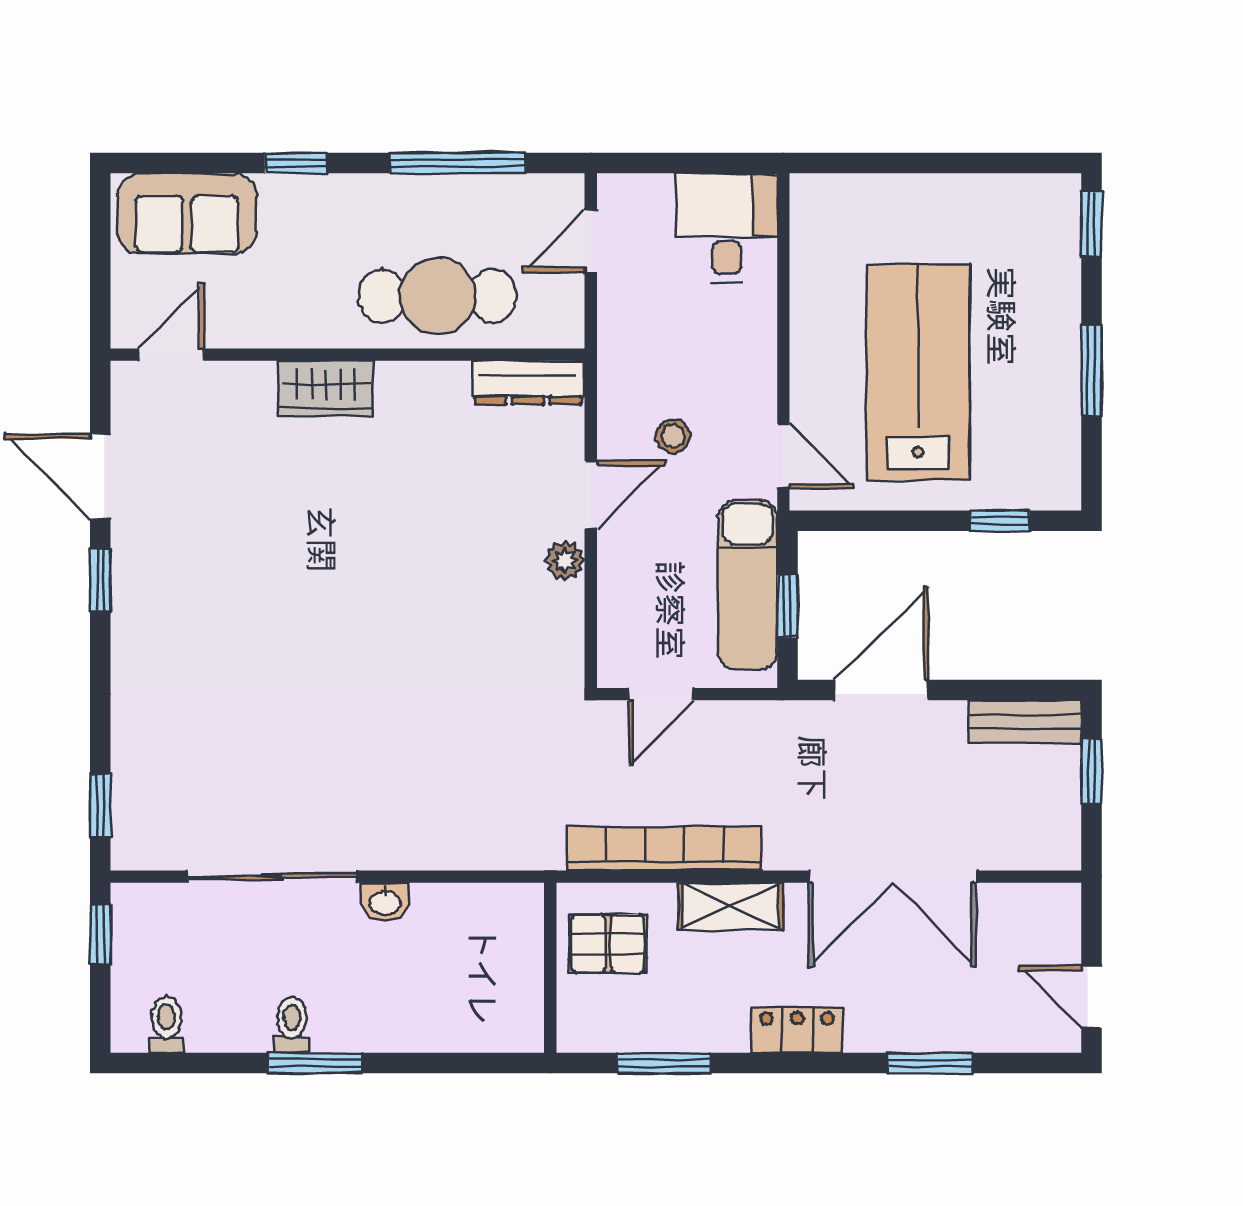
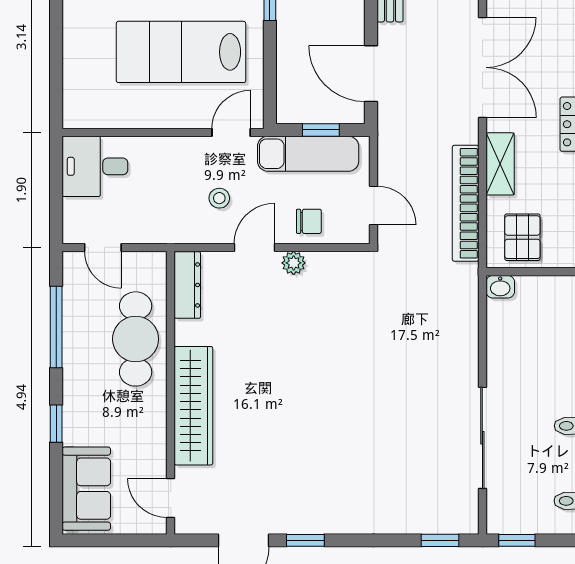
wardrobe: (326, 388) -> (193, 406), width x2.10, depth x1.17
door: (591, 495) -> (254, 247), hinge flipped
chair: (635, 586) -> (309, 221), added
washbasin: (385, 902) -> (500, 287), moved, turned 90

